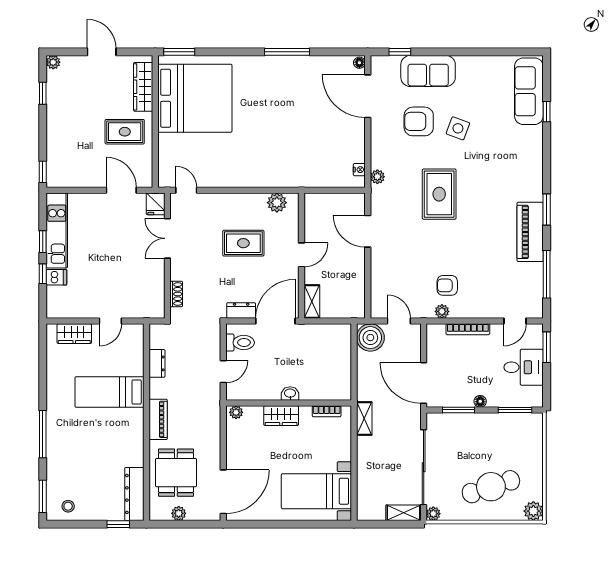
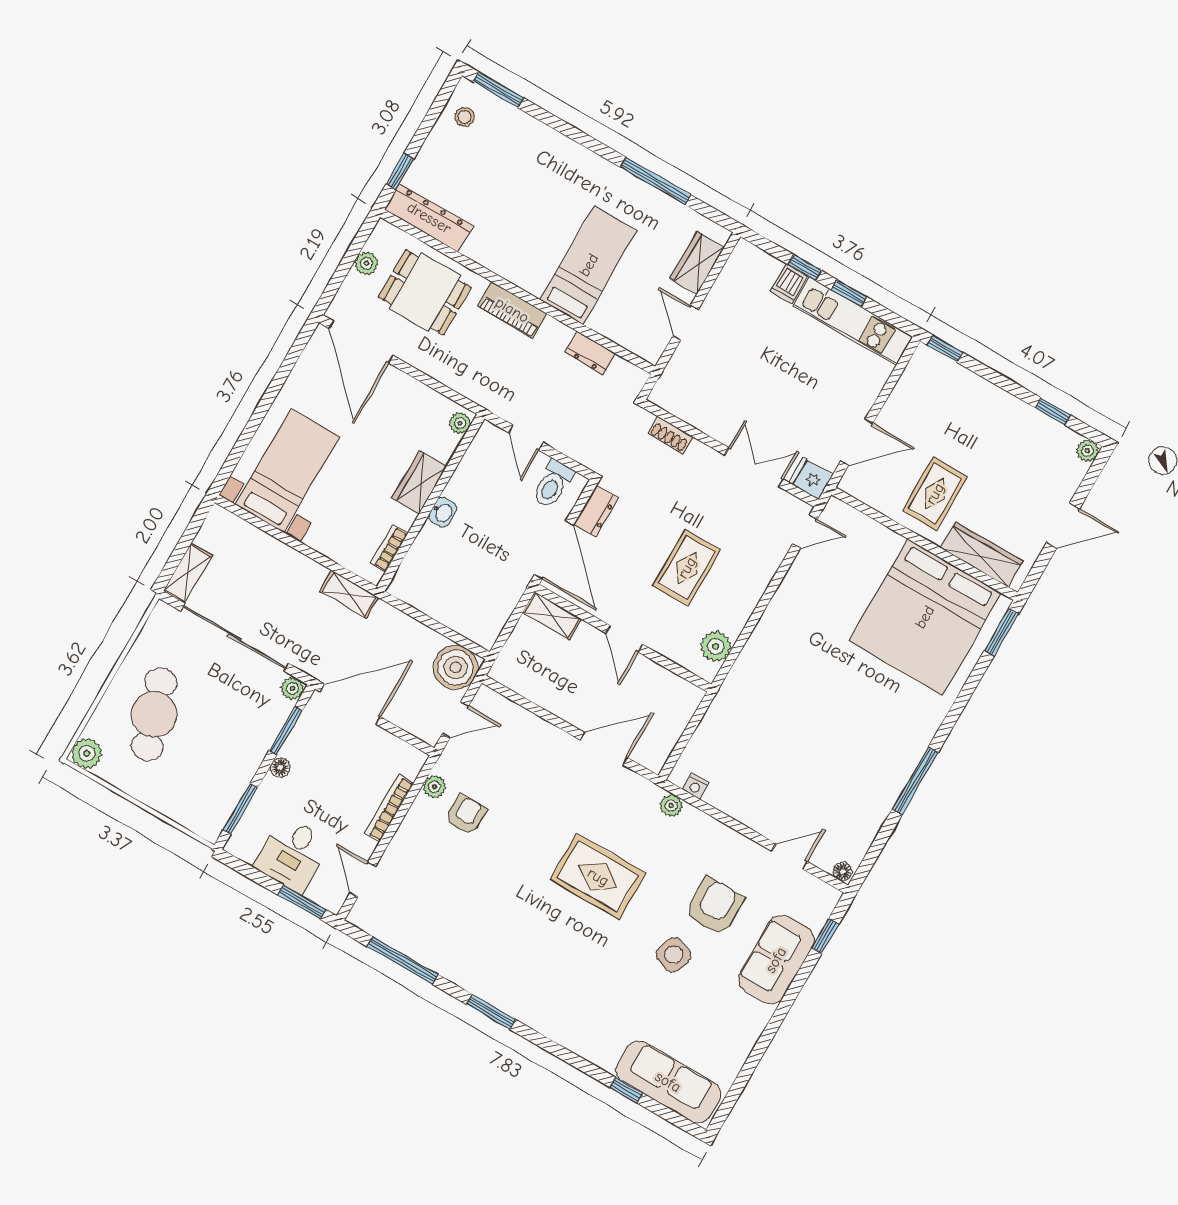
door: (368, 96) -> (789, 856), width x0.53
piano: (530, 232) -> (473, 971), removed
window: (43, 434) -> (656, 181), moved
plant: (433, 514) -> (292, 688), moved

